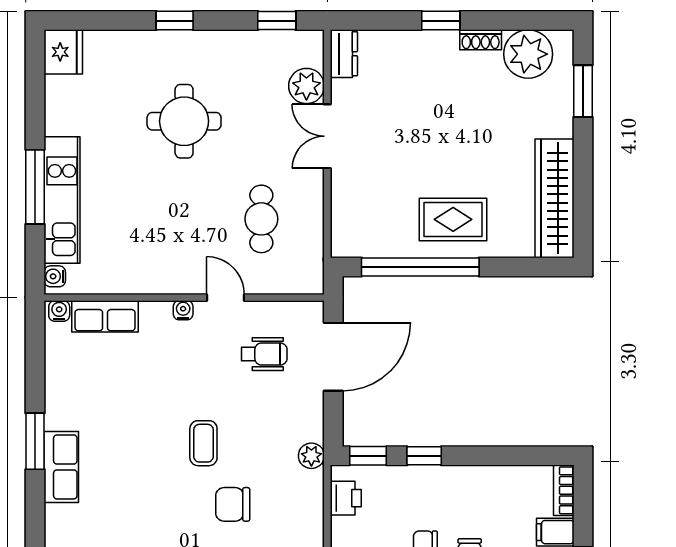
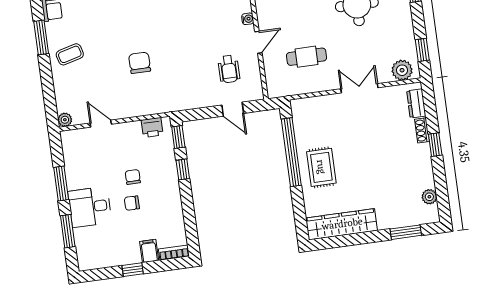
shoe rack: (481, 40) -> (422, 130), moved
dresser: (344, 54) -> (416, 103), moved, turned 90
plant: (528, 54) -> (429, 197), width x0.53, depth x0.53
plant: (306, 86) -> (402, 70), moved
door: (333, 357) -> (233, 109), width x0.53
coffee table: (203, 443) -> (173, 41), removed
plant: (311, 456) -> (174, 104), removed

